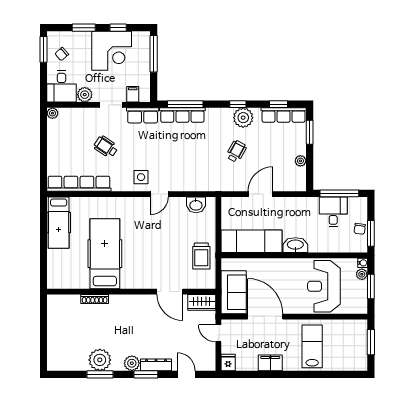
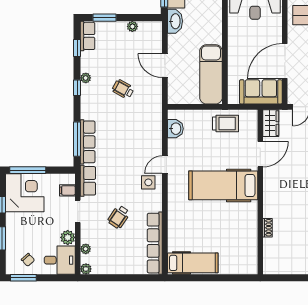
corner desk: (112, 51) -> (25, 193), moved
plant: (73, 113) -> (86, 249), added
row of seats: (284, 115) -> (88, 36), width x0.68
plant: (243, 118) -> (86, 78), width x0.53, depth x0.53
door: (159, 194) -> (165, 165), swing flipped
washbasin: (295, 245) -> (175, 21), moved, turned 180
hospital bed: (105, 254) -> (223, 185), moved
shoe rack: (95, 299) -> (268, 228), width x0.70

